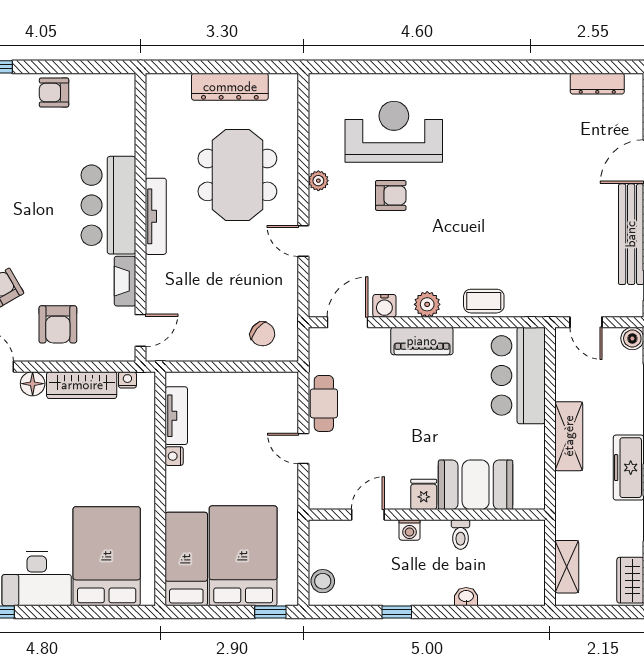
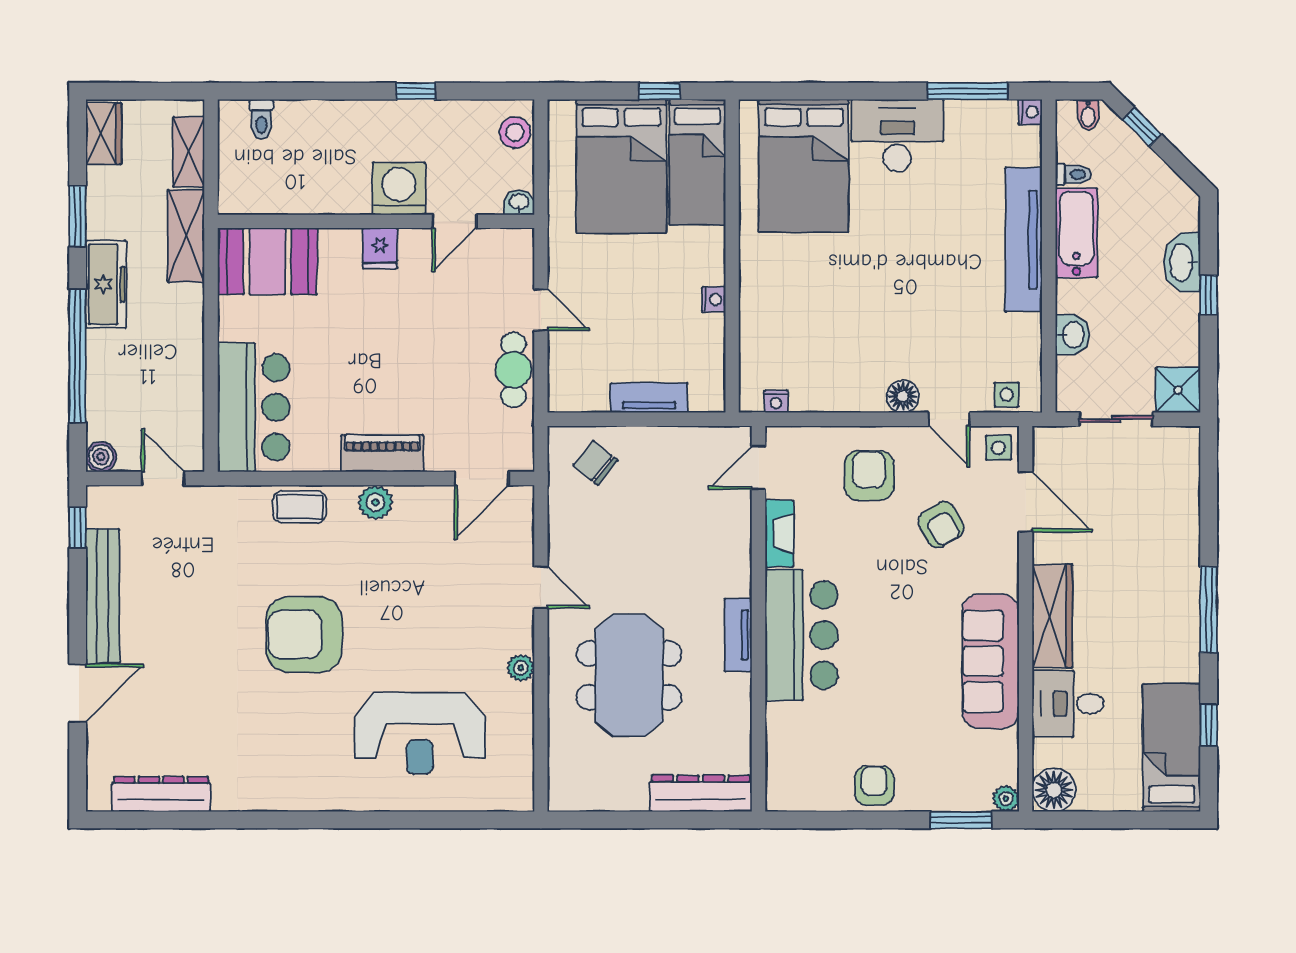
dresser: (597, 84) -> (161, 794), width x1.37, depth x1.24
dresser: (230, 87) -> (701, 793), moved
armchair: (54, 93) -> (874, 786), turned -90
armchair: (391, 195) -> (304, 635), moved, width x1.88, depth x1.88
tv unit: (156, 216) -> (738, 635), width x0.71
water cooler: (384, 306) -> (432, 500), removed
wardrobe: (82, 385) -> (837, 395), removed
tv unit: (176, 416) -> (649, 398), moved, turned 90
shelving: (569, 436) -> (186, 236), moved
booth: (476, 485) -> (267, 261), moved
washing machine: (410, 530) -> (399, 189), width x1.89, depth x1.89
toilet: (461, 534) -> (261, 119), moved, turned 180
washbasin: (466, 597) -> (519, 202), moved, turned 180
window: (270, 612) -> (660, 91), moved

